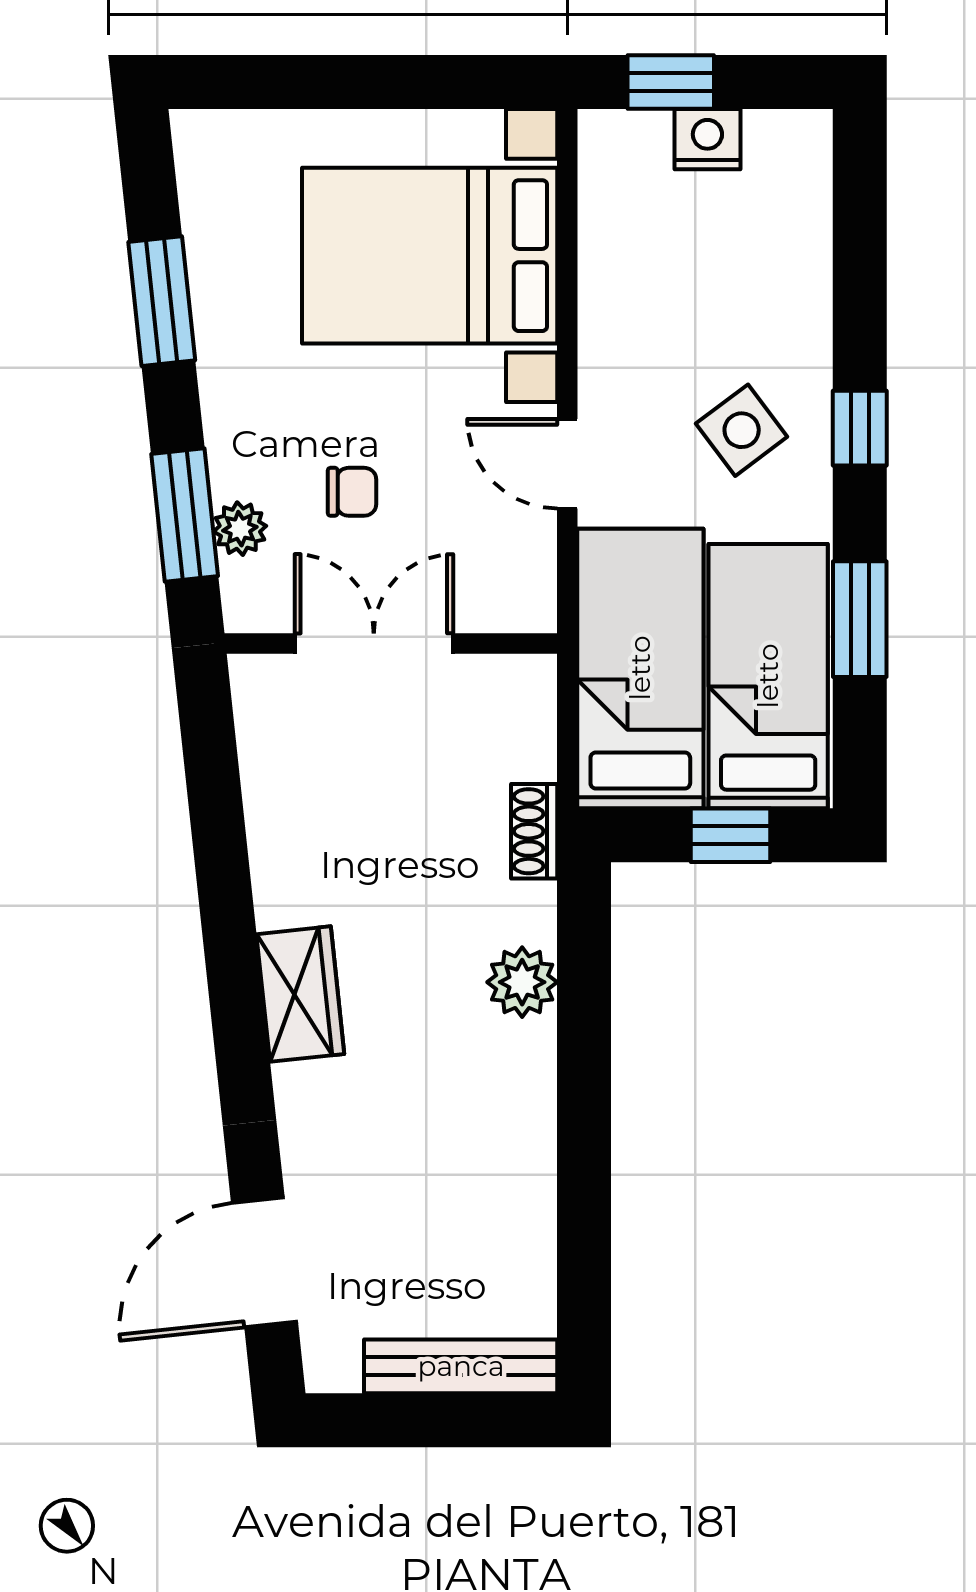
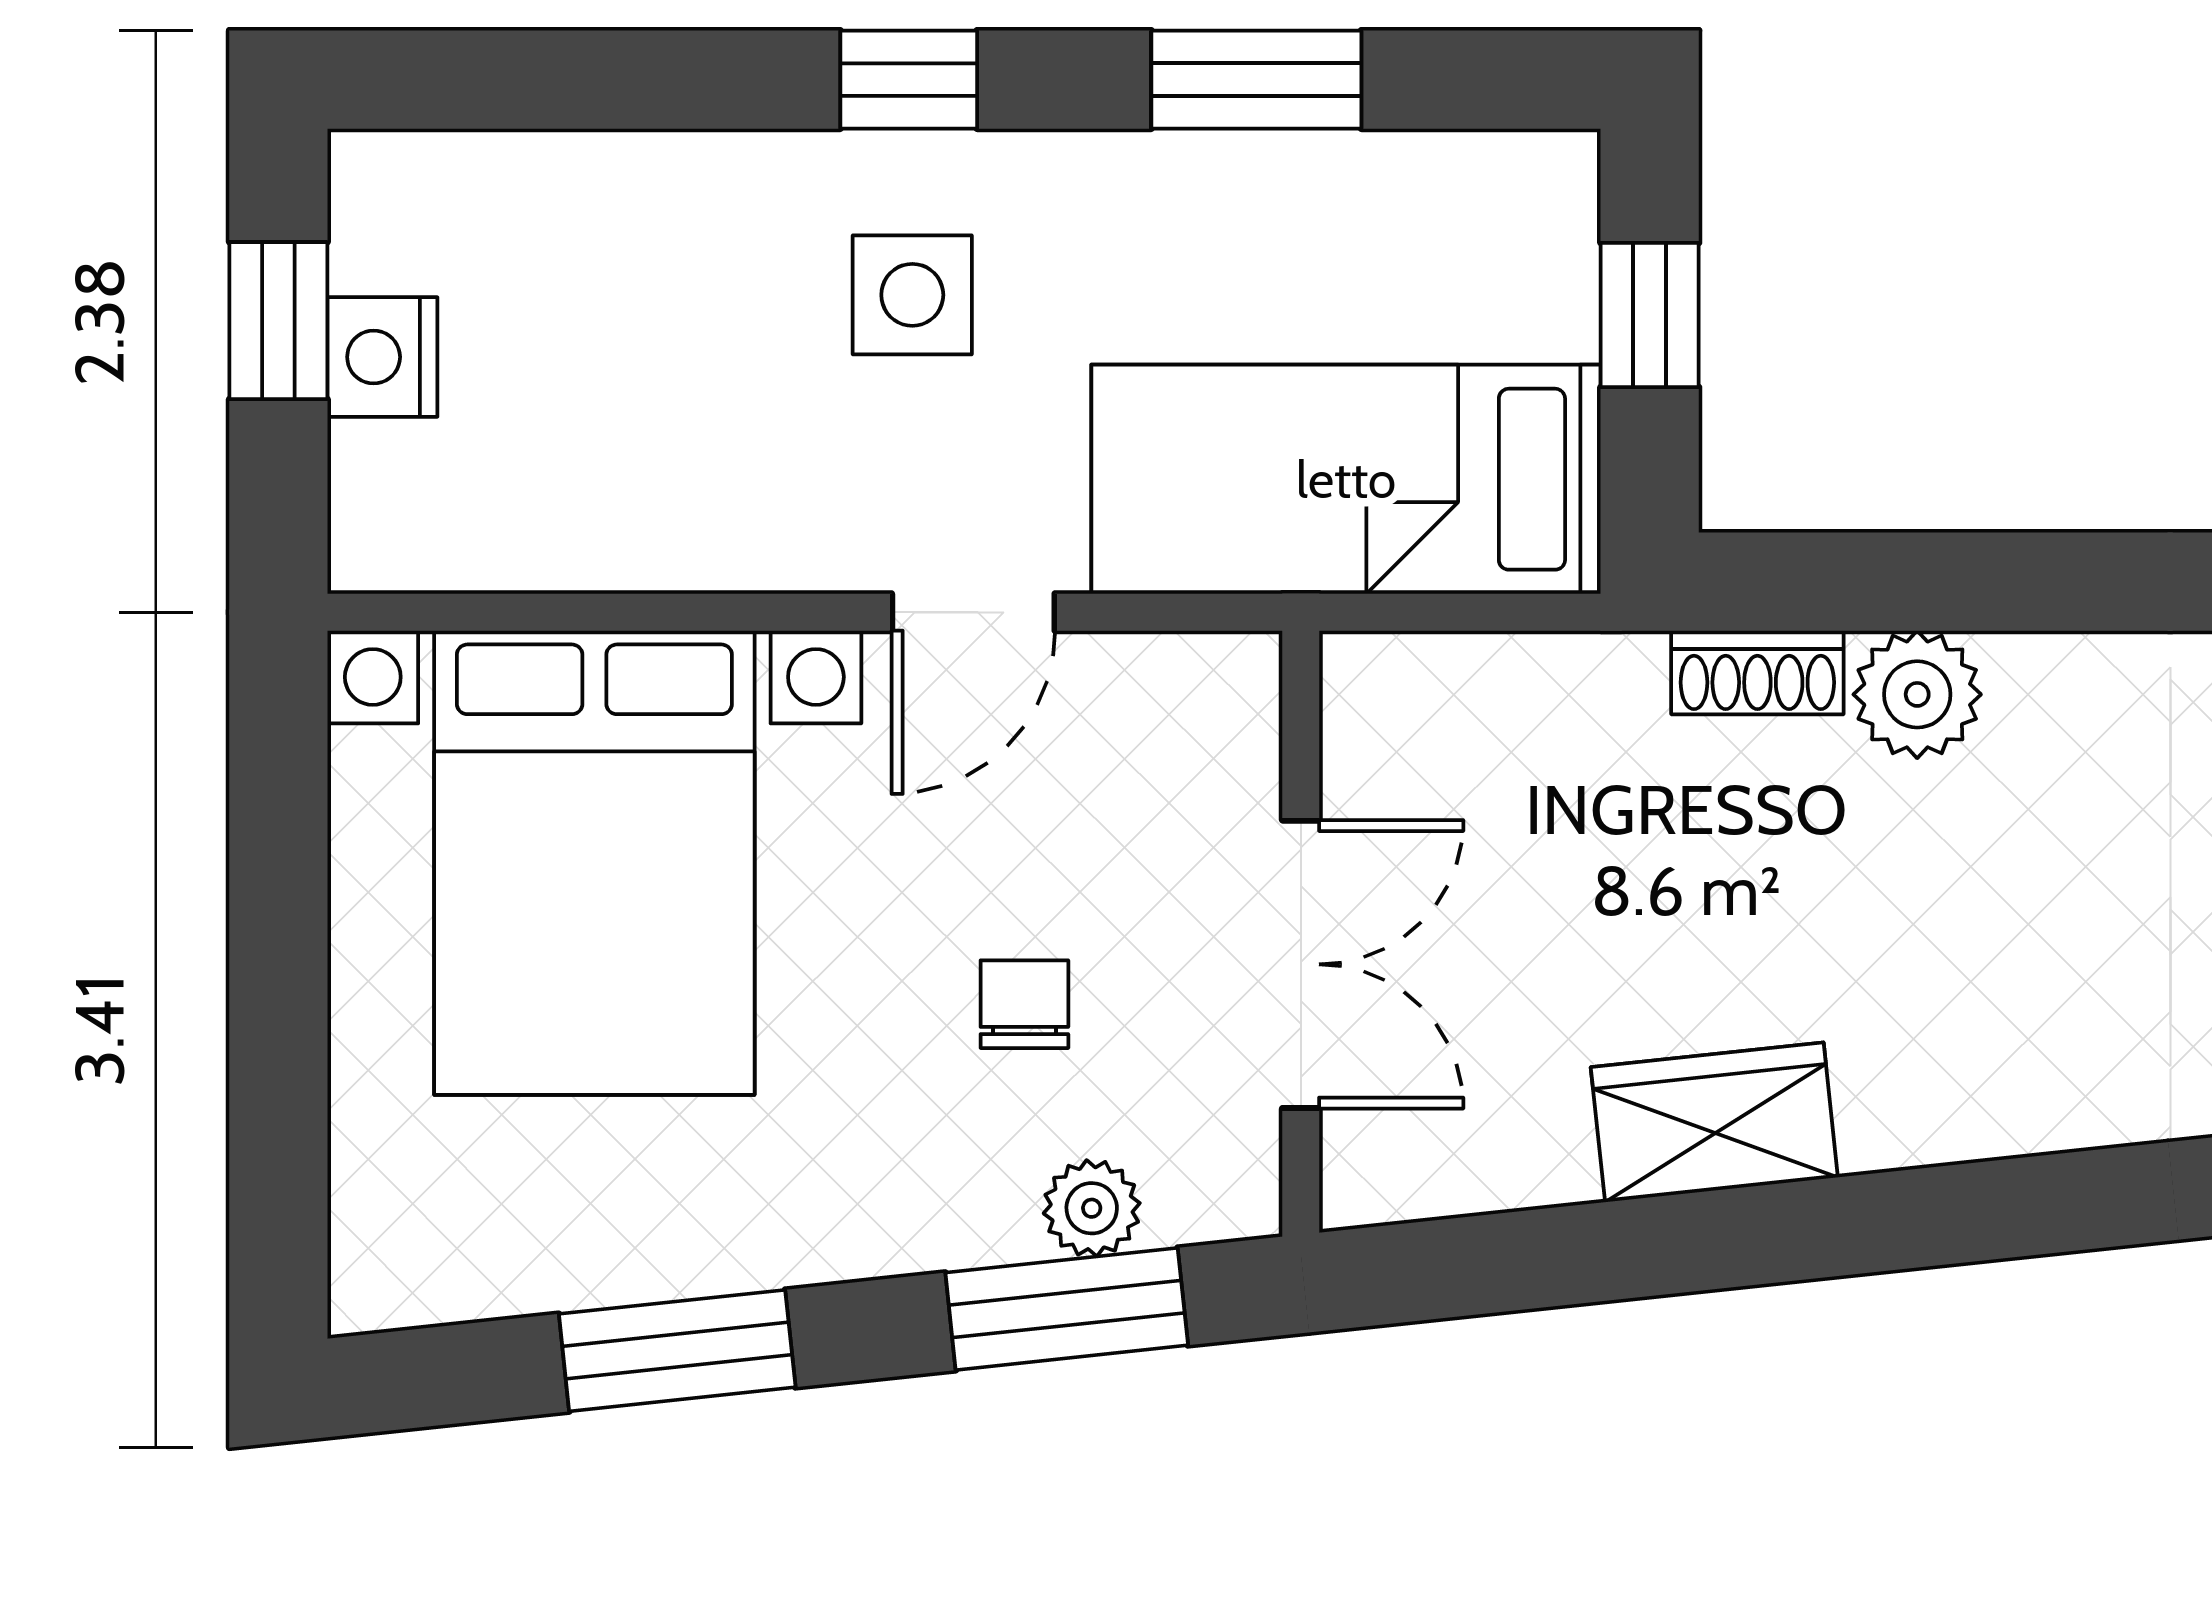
window: (671, 82) -> (278, 321), moved
side table: (742, 430) -> (912, 295), turned 37
double door: (374, 644) -> (1301, 964), swing flipped
bed: (768, 676) -> (1360, 246), removed
shoe rack: (534, 831) -> (1757, 672), moved
wardrobe: (300, 994) -> (1714, 1122), moved

